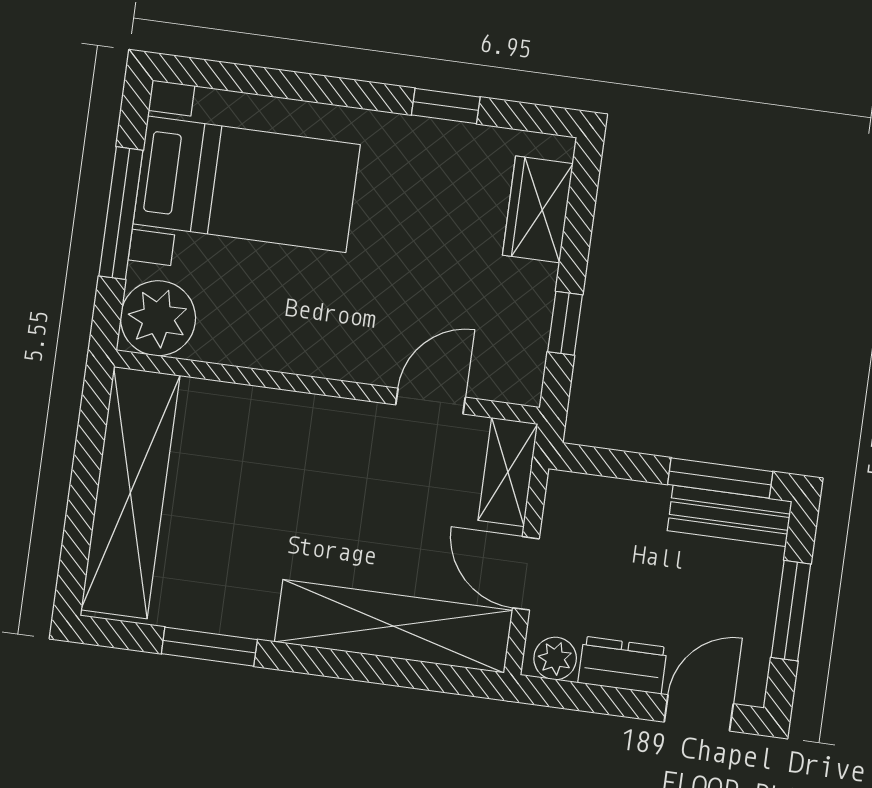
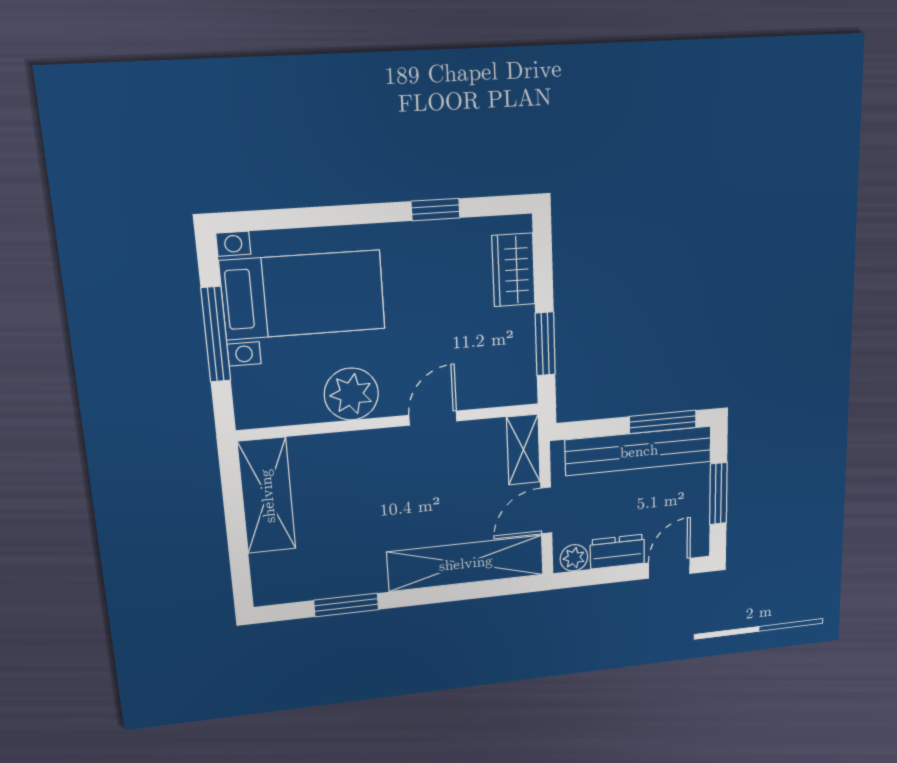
plant: (158, 318) -> (351, 394), moved
window: (565, 323) -> (545, 344), width x1.50
door: (431, 401) -> (433, 418), moved
shelving: (130, 493) -> (267, 496), width x0.68
bench: (730, 516) -> (639, 451), width x1.86, depth x1.21
door: (526, 573) -> (546, 510), hinge flipped

